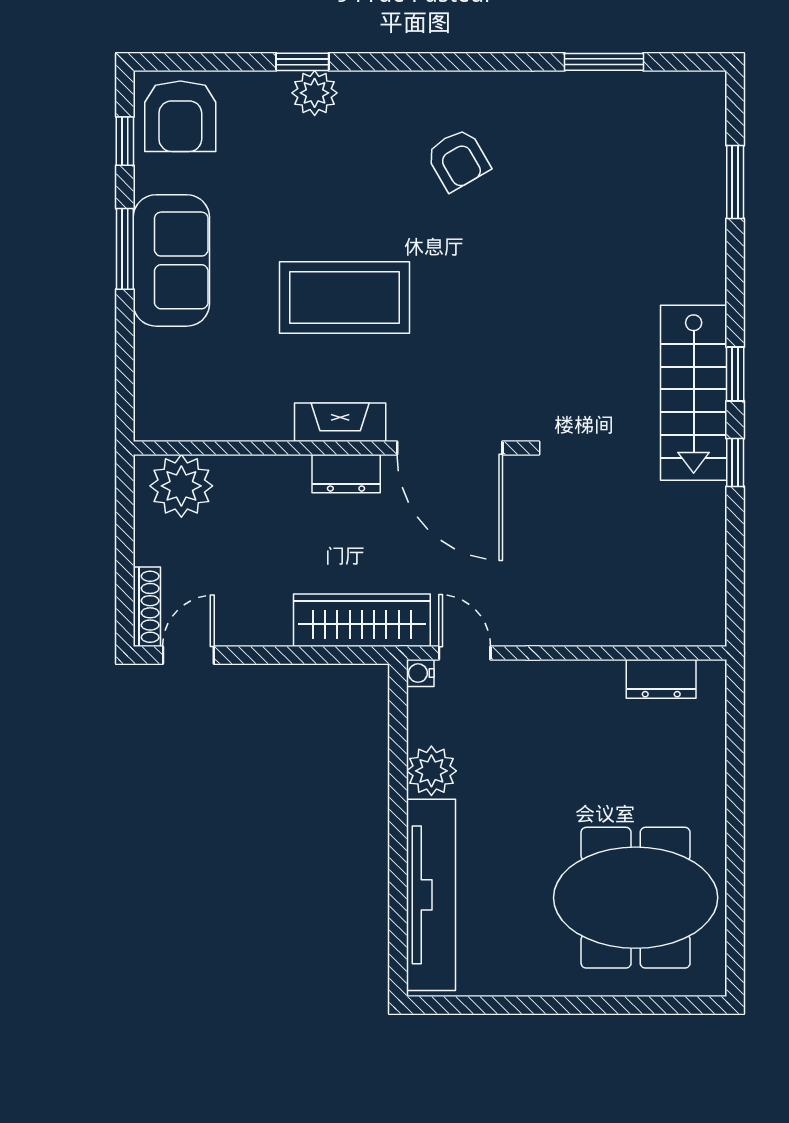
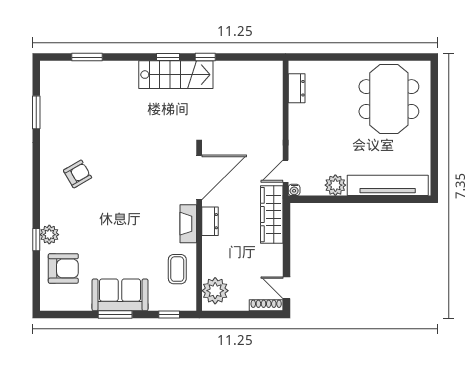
armchair: (180, 116) -> (63, 268), moved
window: (125, 141) -> (169, 315), moved
coffee table: (344, 297) -> (177, 269), moved, width x0.54, depth x0.58

